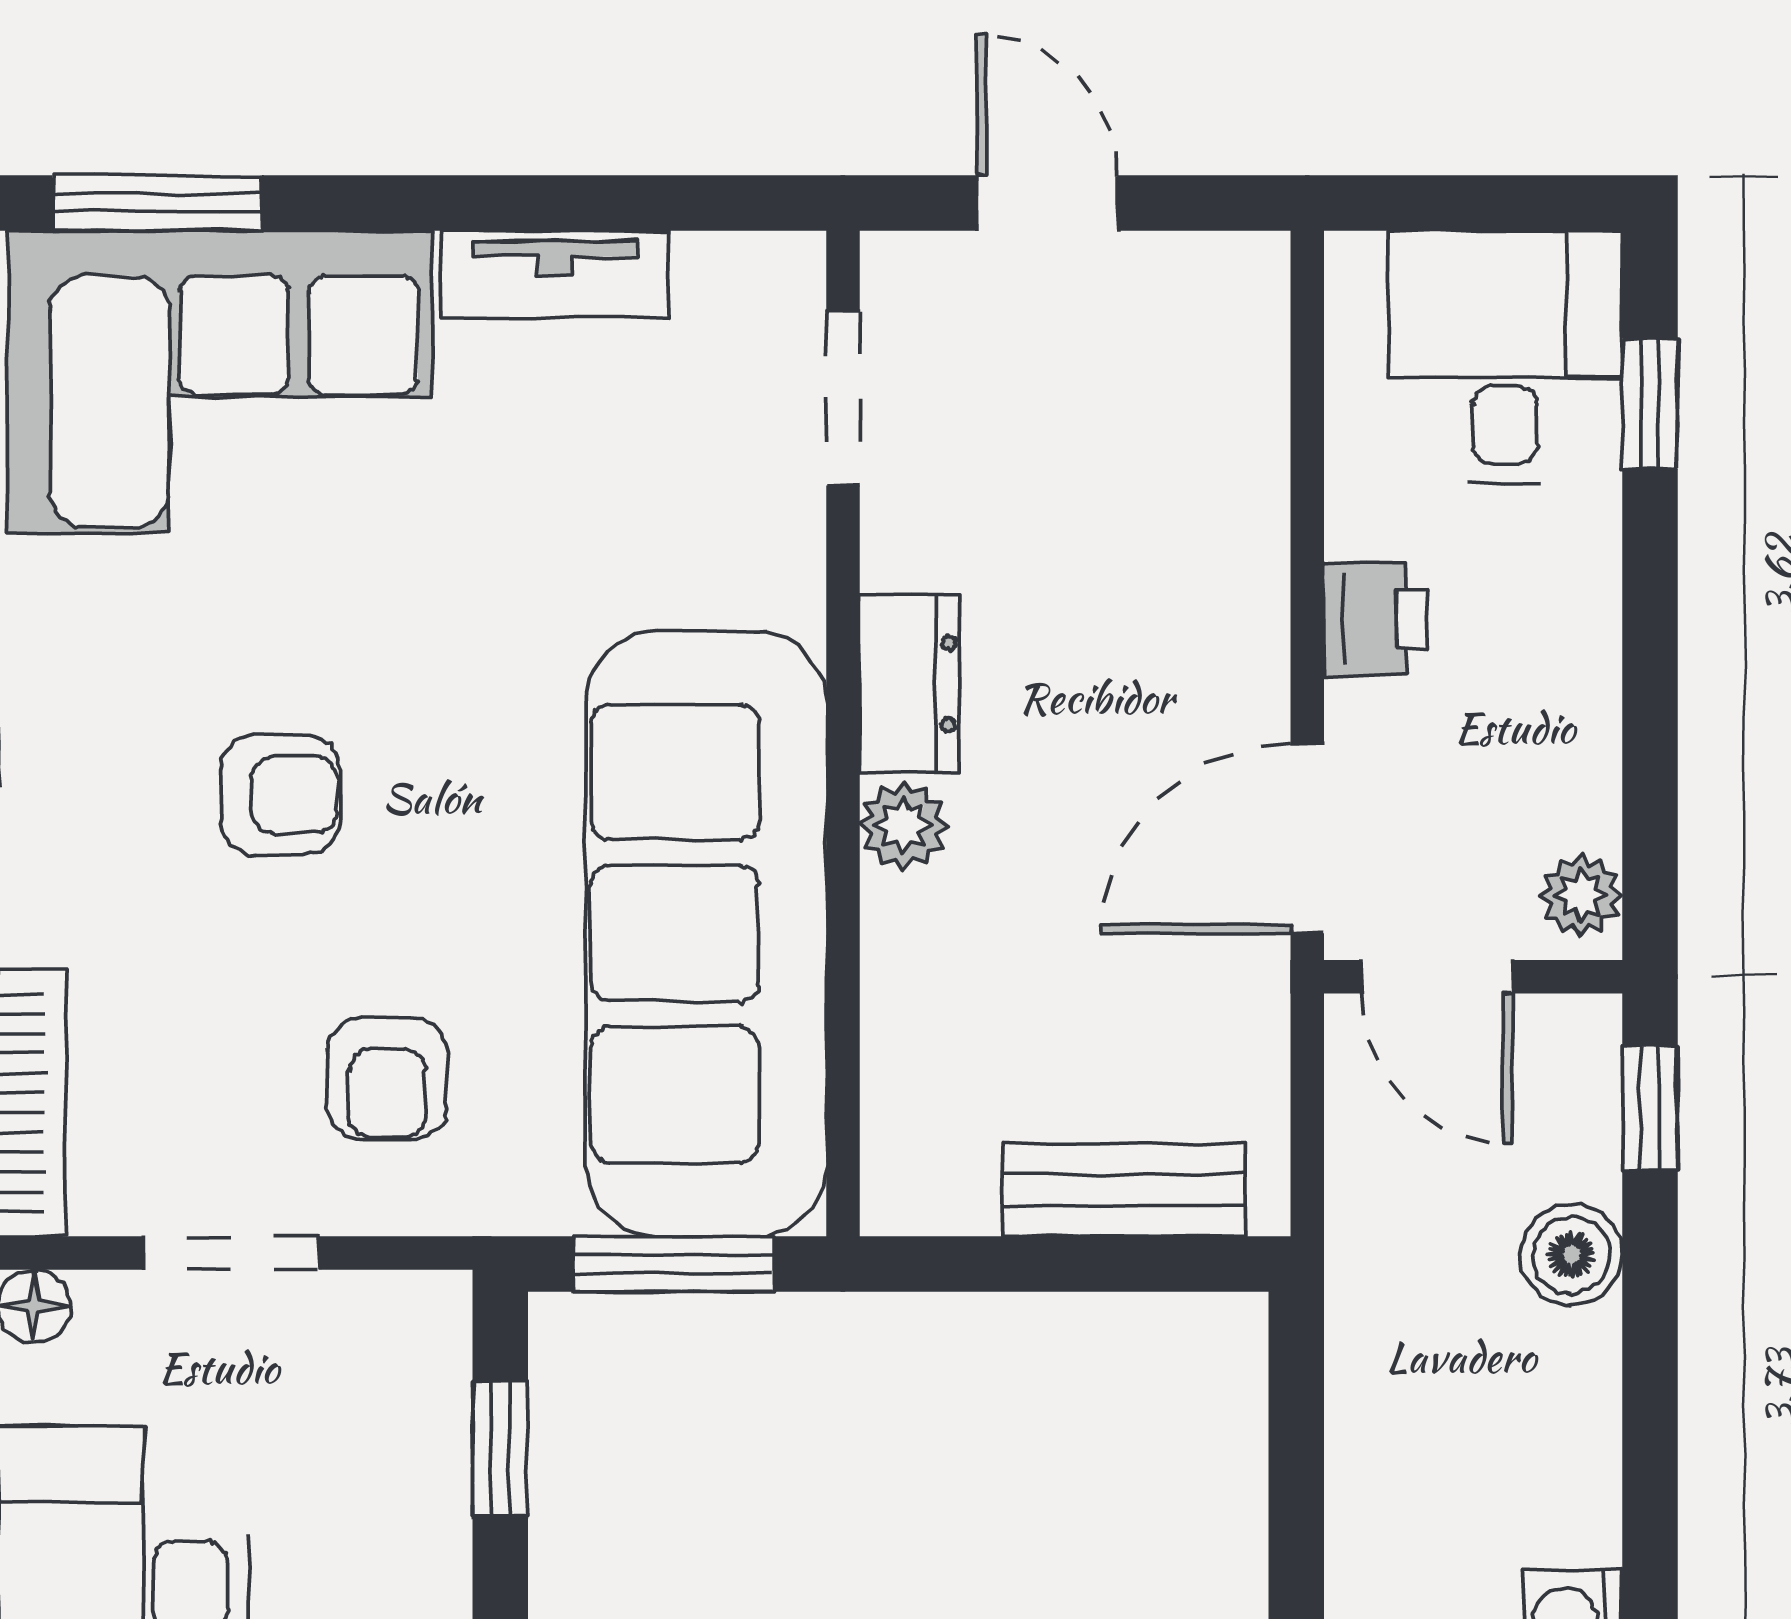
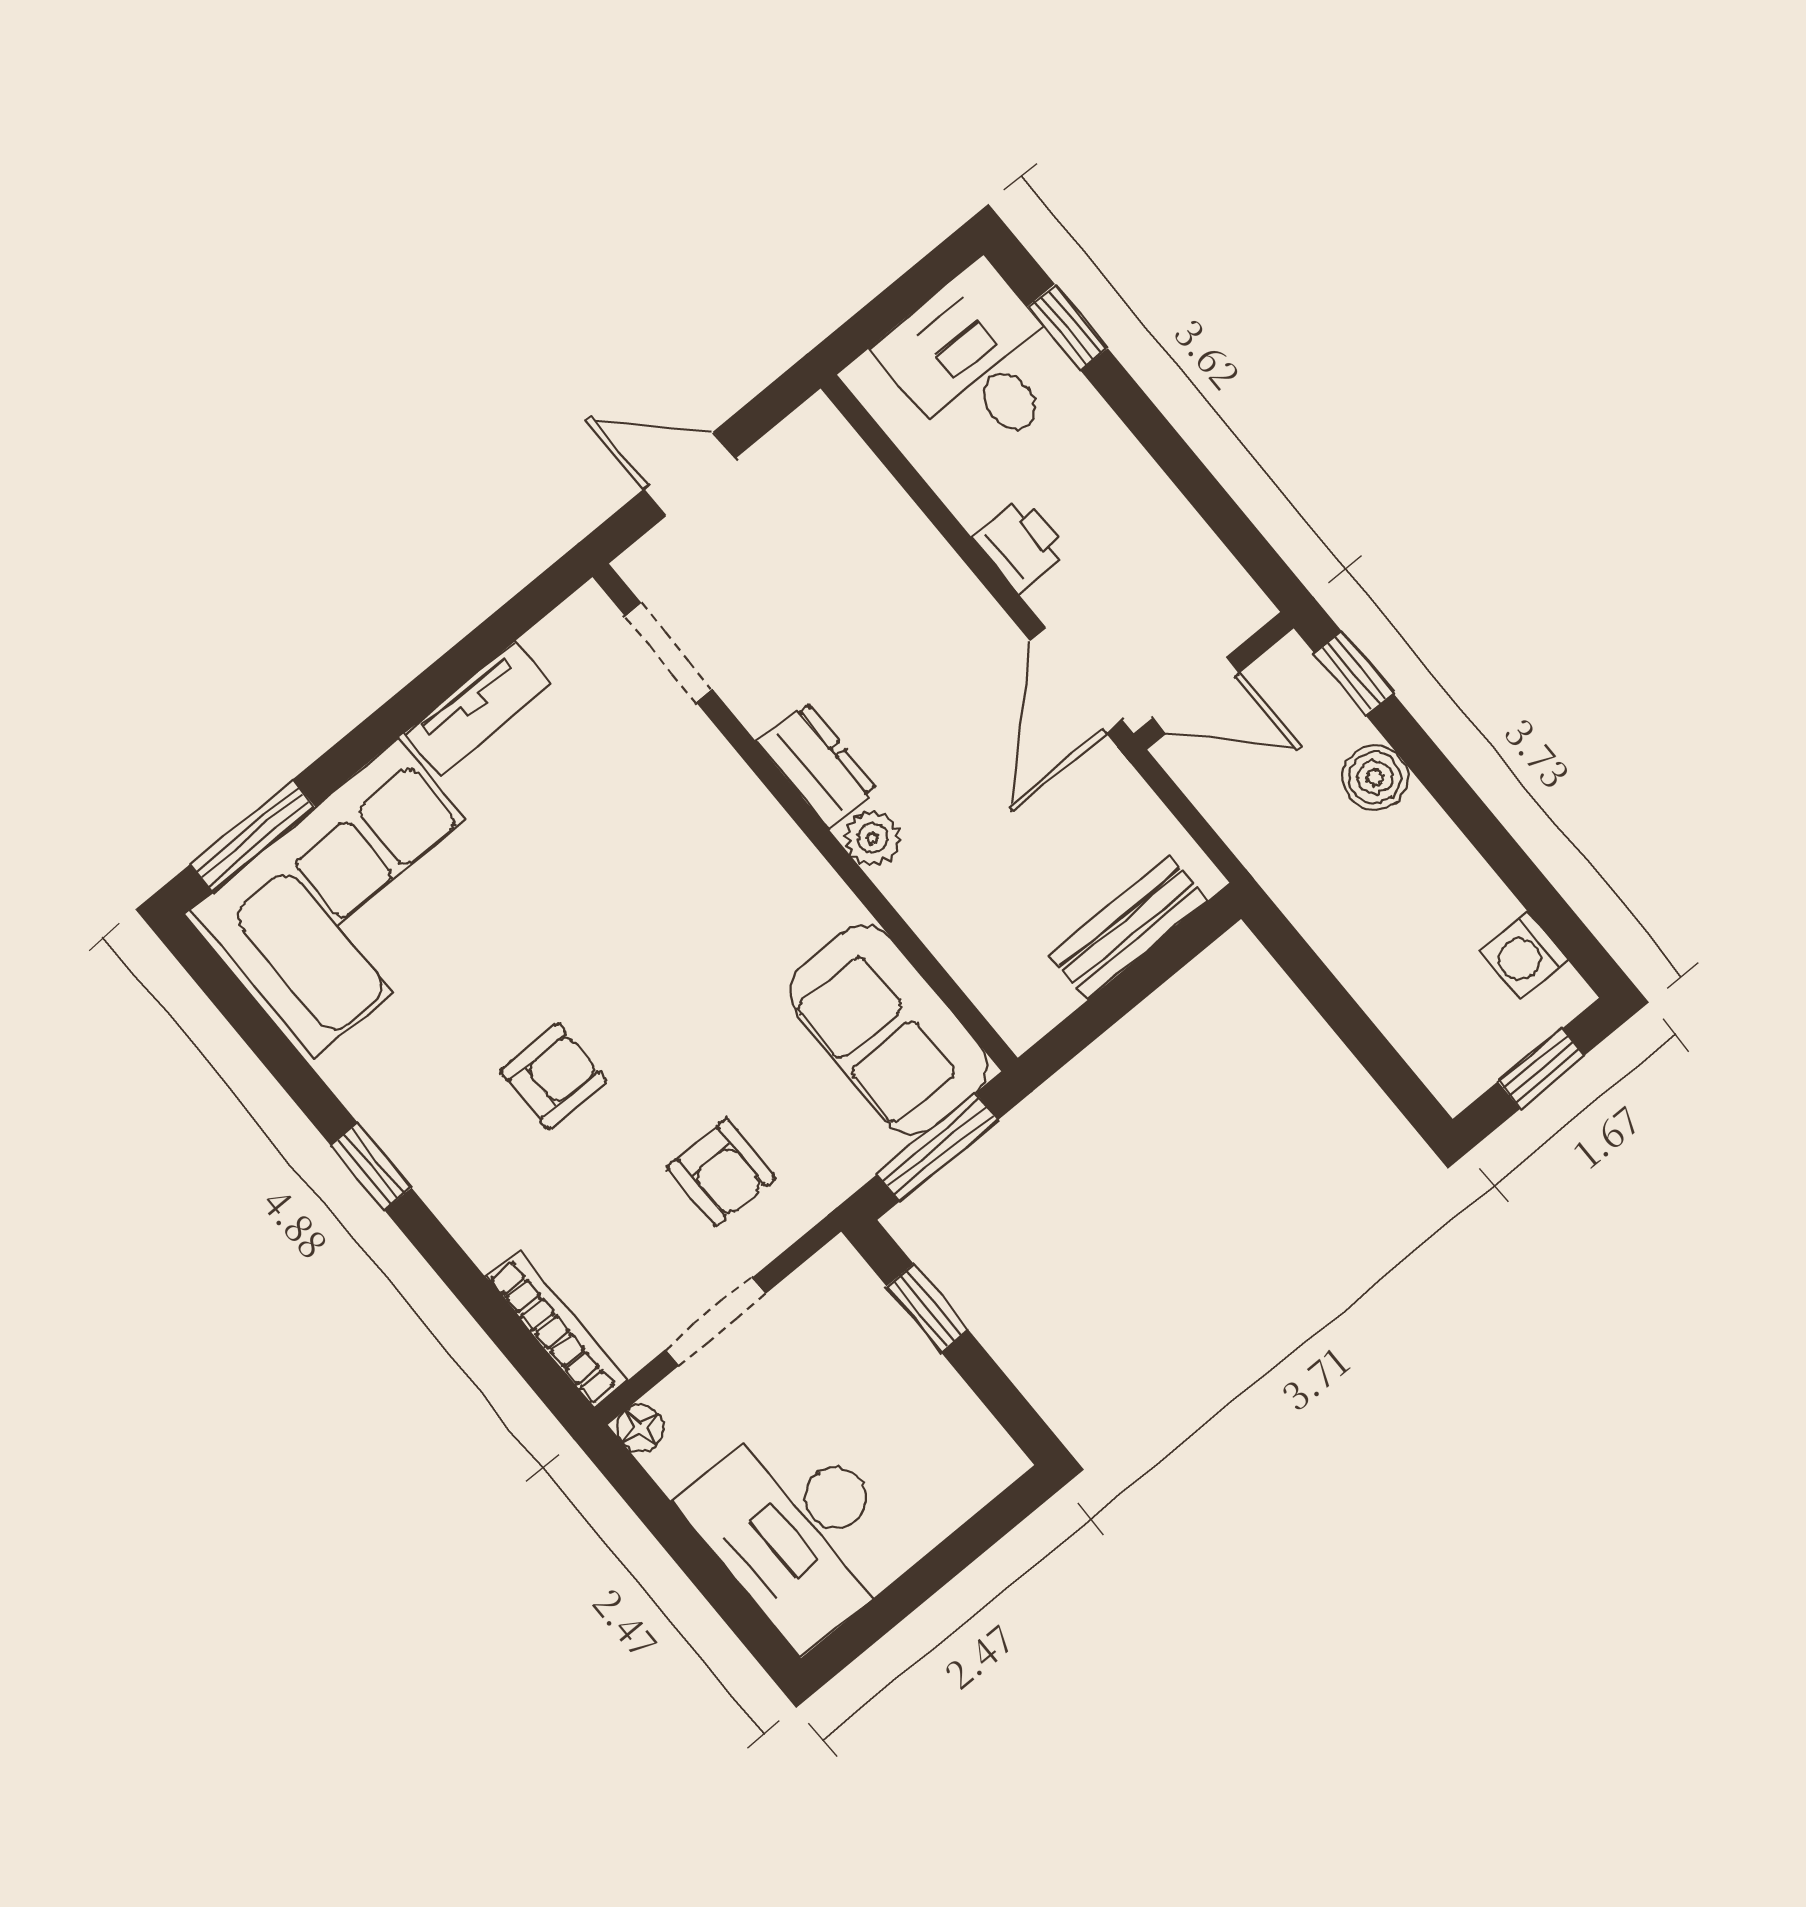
plant: (1581, 896) -> (1234, 597), removed
sofa: (706, 934) -> (888, 1029), width x0.54, depth x0.79

